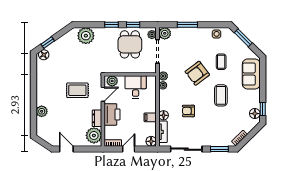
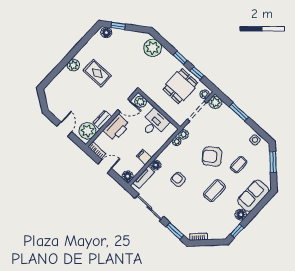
rug: (77, 90) -> (97, 73), moved
plant: (42, 111) -> (73, 65), moved
floor lamp: (255, 114) -> (241, 215), moved
door: (66, 149) -> (64, 129), moved

